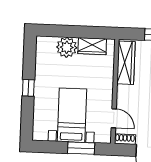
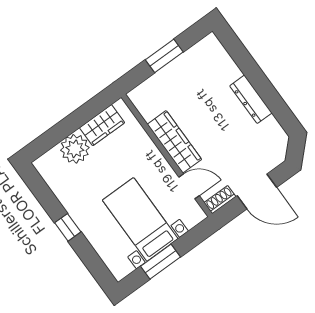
wardrobe: (126, 63) -> (174, 142), moved
window: (81, 148) -> (160, 262), moved

